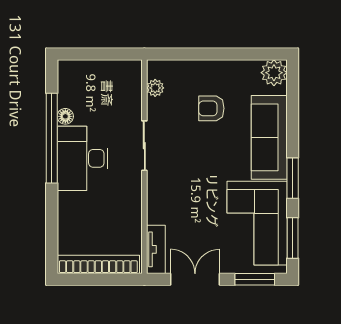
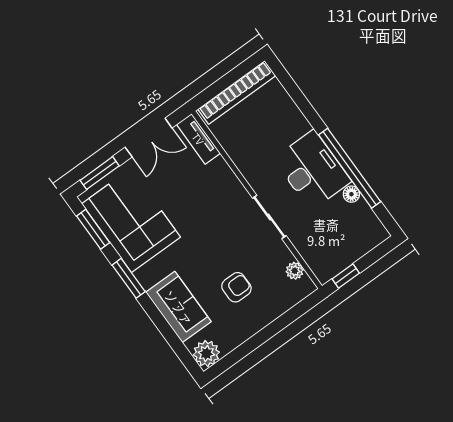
window: (117, 54) -> (346, 276), added
sofa: (269, 137) -> (179, 307), width x0.73

